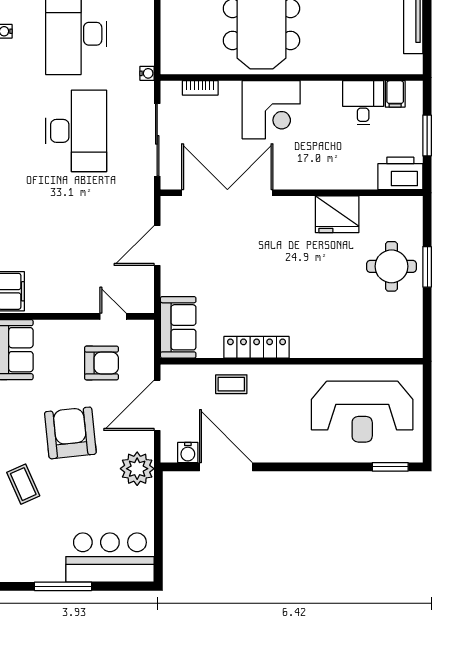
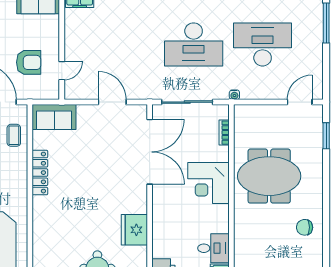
armchair: (102, 363) -> (29, 62), turned -90
coffee table: (231, 384) -> (14, 135), moved

